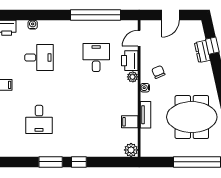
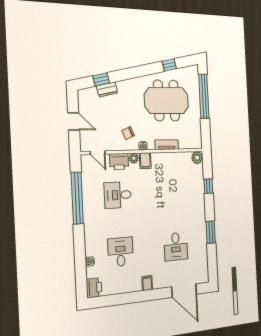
meeting table: (192, 117) -> (166, 101), turned 90
desk: (39, 119) -> (176, 246), turned 90
filing cabinet: (130, 122) -> (145, 161), moved
window: (79, 162) -> (208, 186), moved

